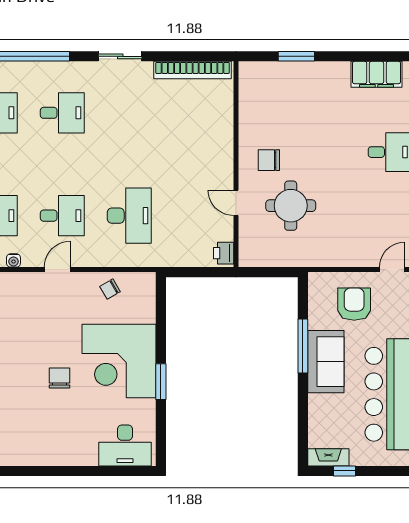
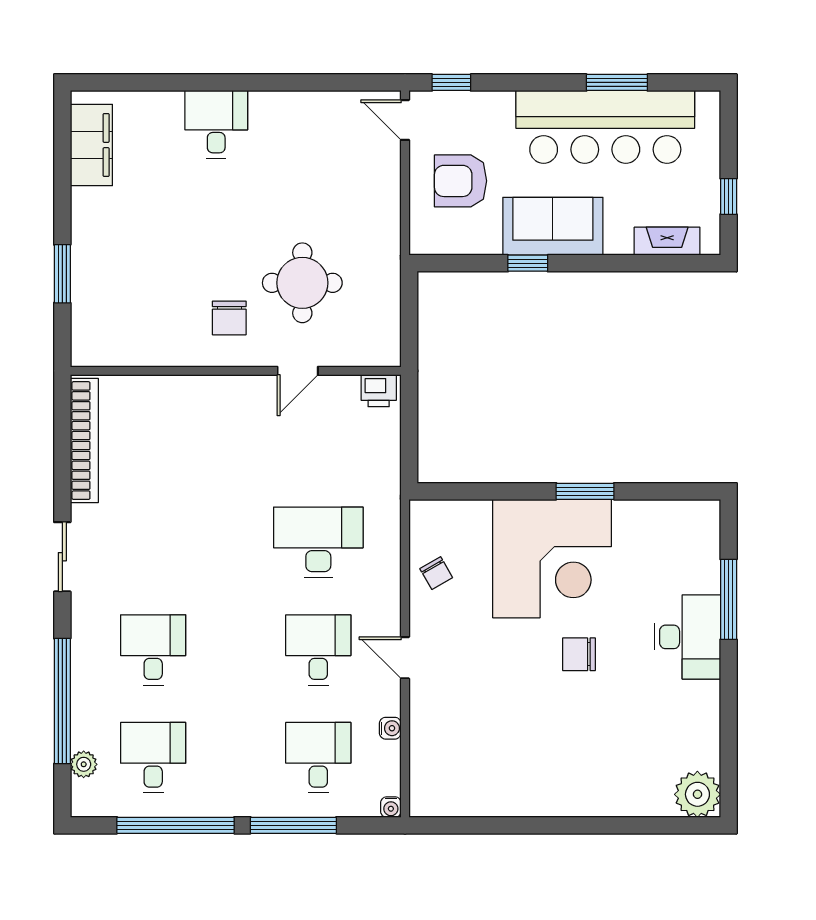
window: (303, 346) -> (528, 263), width x0.46
desk: (125, 445) -> (687, 637), moved
fireplace: (328, 457) -> (667, 241), moved, turned 90
window: (94, 471) -> (729, 599), added

